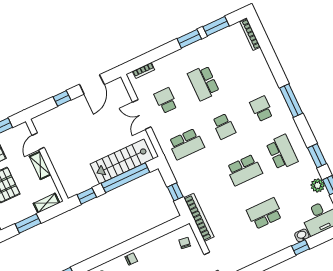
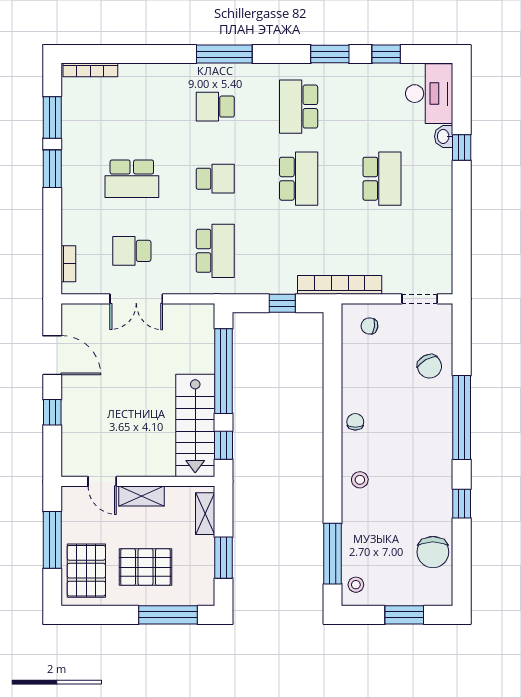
school desk: (282, 152) -> (299, 107), turned -90
stairs: (122, 162) -> (195, 425), moved
plant: (318, 185) -> (377, 75), removed
school desk: (265, 213) -> (382, 179), turned 180

